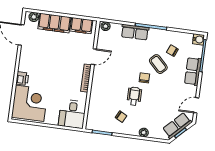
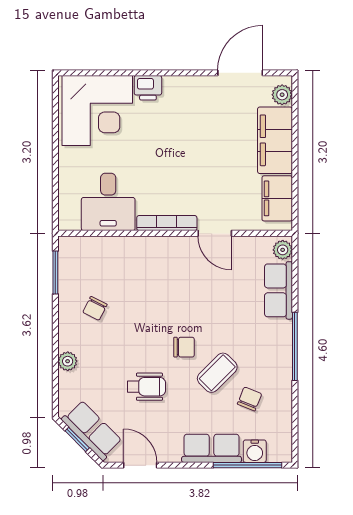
row of seats: (135, 32) -> (278, 290), moved
water cooler: (199, 39) -> (255, 451), moved
wheelchair: (134, 96) -> (146, 387), moved
desk: (72, 114) -> (108, 202), moved, turned -90

